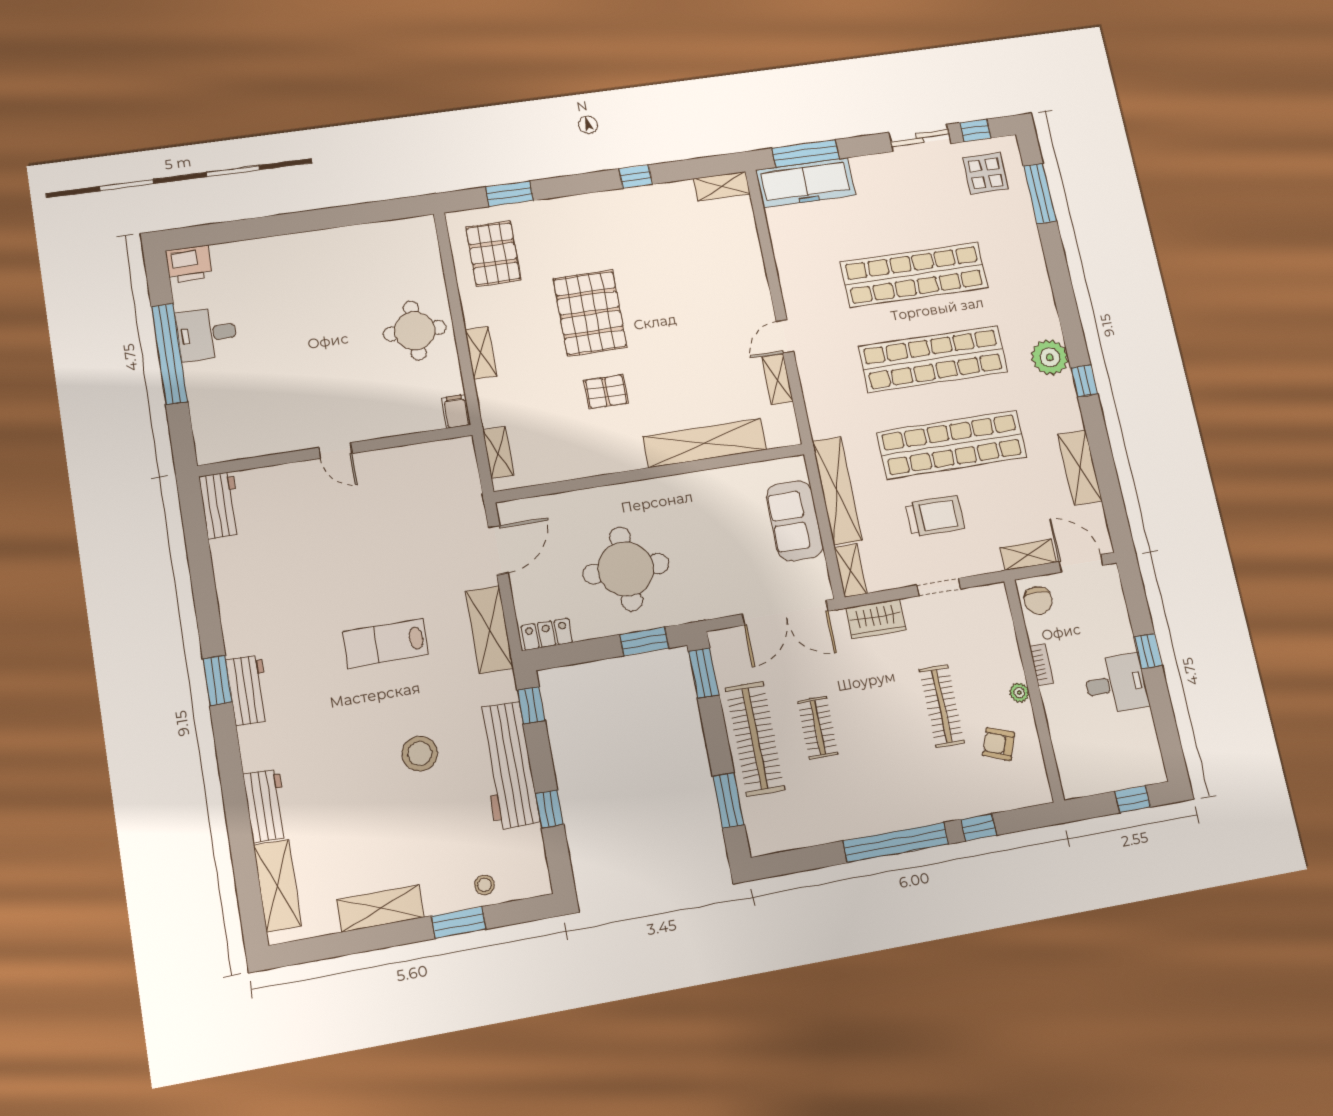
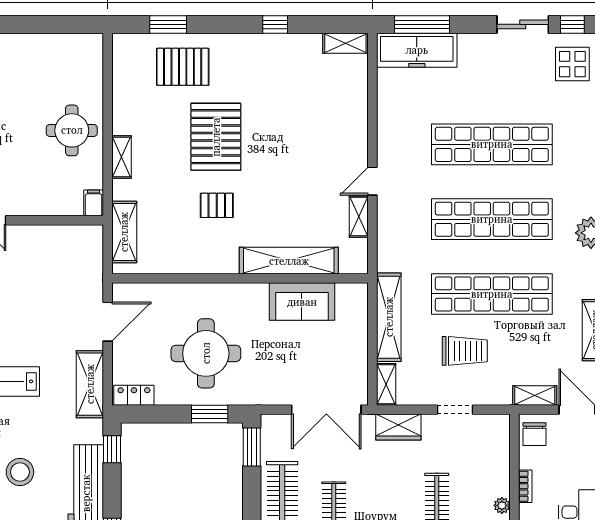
pallet: (493, 254) -> (183, 67), moved, turned 90
shelving: (498, 453) -> (124, 232), width x1.50, depth x1.33
sofa: (795, 521) -> (302, 302), moved, turned -90

